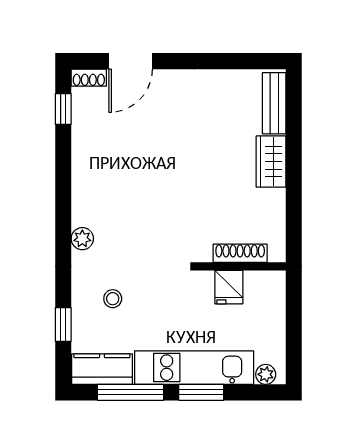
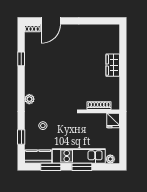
bench: (274, 103) -> (114, 39), removed
window: (63, 109) -> (21, 59), moved
fridge: (229, 287) -> (113, 121), moved
window: (131, 392) -> (51, 167), width x0.69

